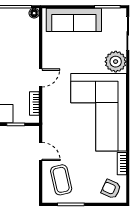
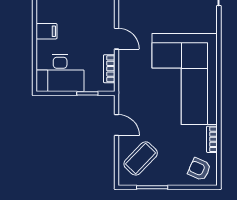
plant: (116, 62) -> (205, 19), removed
door: (41, 78) -> (116, 39), hinge flipped
coffee table: (61, 180) -> (141, 158), turned 57

